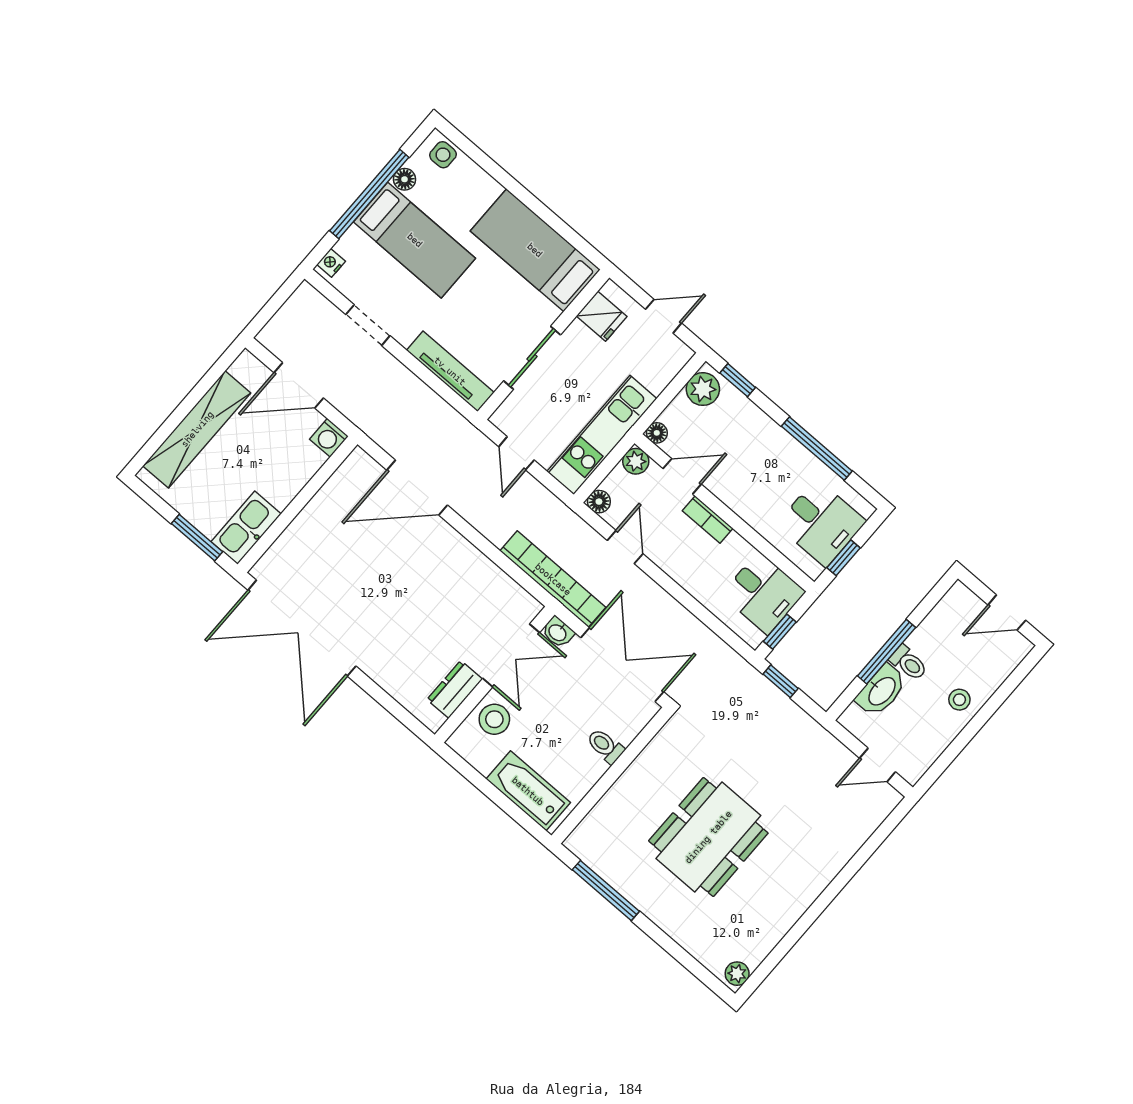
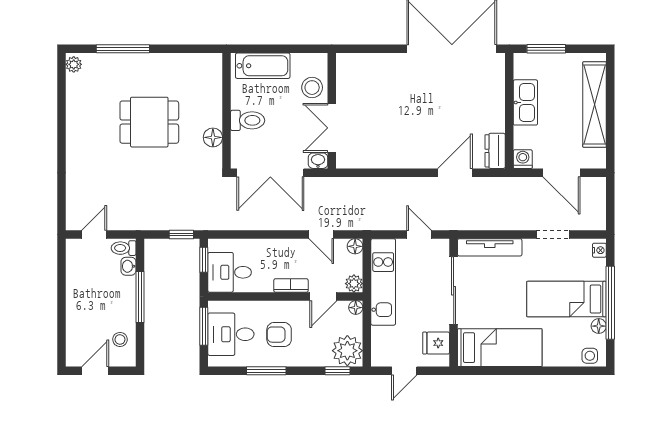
sliding door: (532, 358) -> (454, 291), width x1.37
door: (299, 385) -> (562, 173), swing flipped
plant: (703, 389) -> (347, 351), width x1.36, depth x1.36
window: (817, 449) -> (266, 371), width x0.69
armchair: (768, 476) -> (279, 335), added
door: (417, 488) -> (455, 173), width x0.73
kitchen sink: (246, 528) -> (525, 102), moved
window: (843, 558) -> (204, 326), width x1.50
bookcase: (553, 579) -> (344, 186), removed
toilet: (909, 663) -> (124, 248), moved
dresser: (455, 689) -> (495, 151), moved, turned 180
washbasin: (881, 691) -> (128, 266), width x0.52, depth x0.69
stool: (959, 700) -> (120, 339), moved
toilet: (605, 746) -> (248, 120), width x1.37, depth x1.39
floor lamp: (652, 759) -> (213, 137), added
dining table: (708, 837) -> (149, 122), width x0.73
window: (606, 891) -> (123, 49), moved

